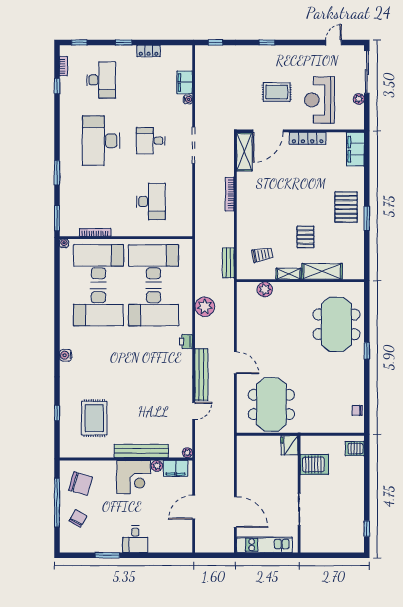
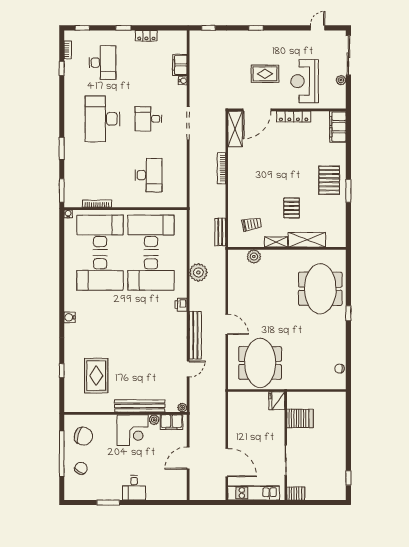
server rack: (355, 449) -> (296, 494), moved, turned 180

